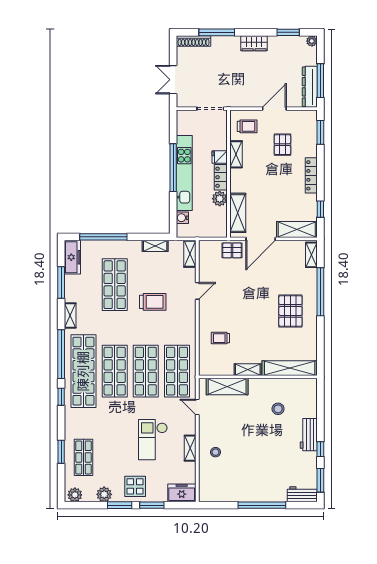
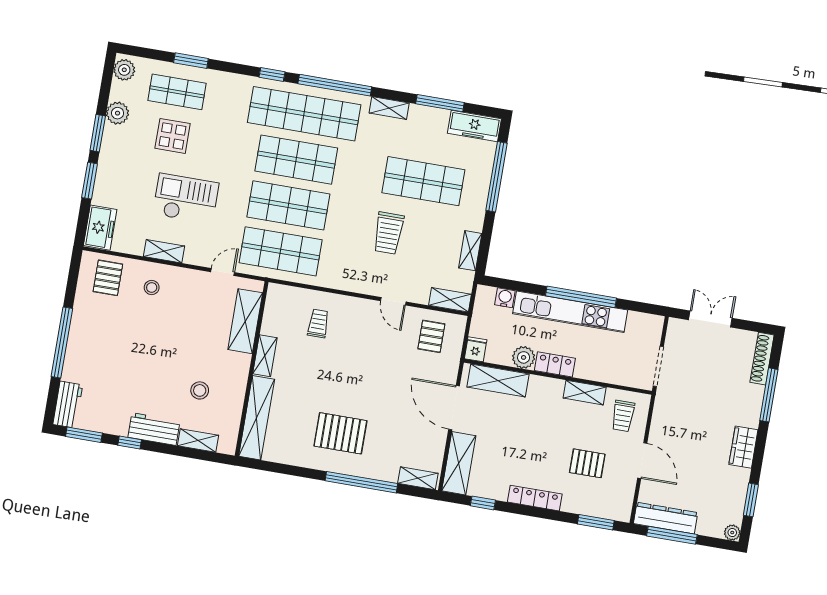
fridge: (220, 157) -> (476, 349), moved
pallet: (232, 250) -> (431, 336), moved
shelving: (311, 404) -> (198, 440), added
pallet: (214, 482) -> (108, 278), added
display table: (135, 486) -> (173, 136), moved

